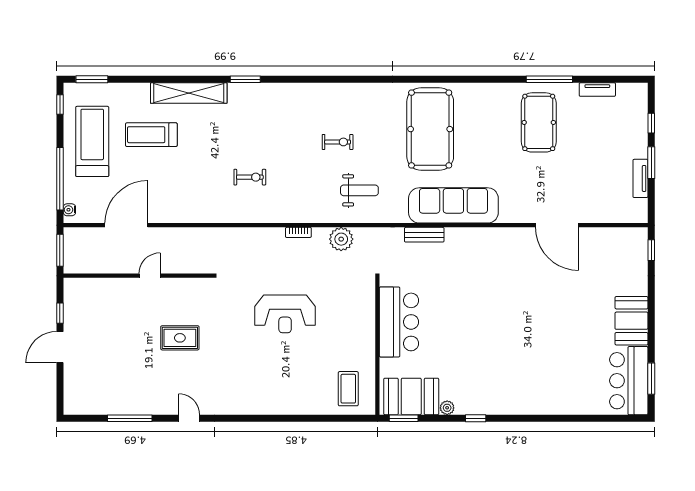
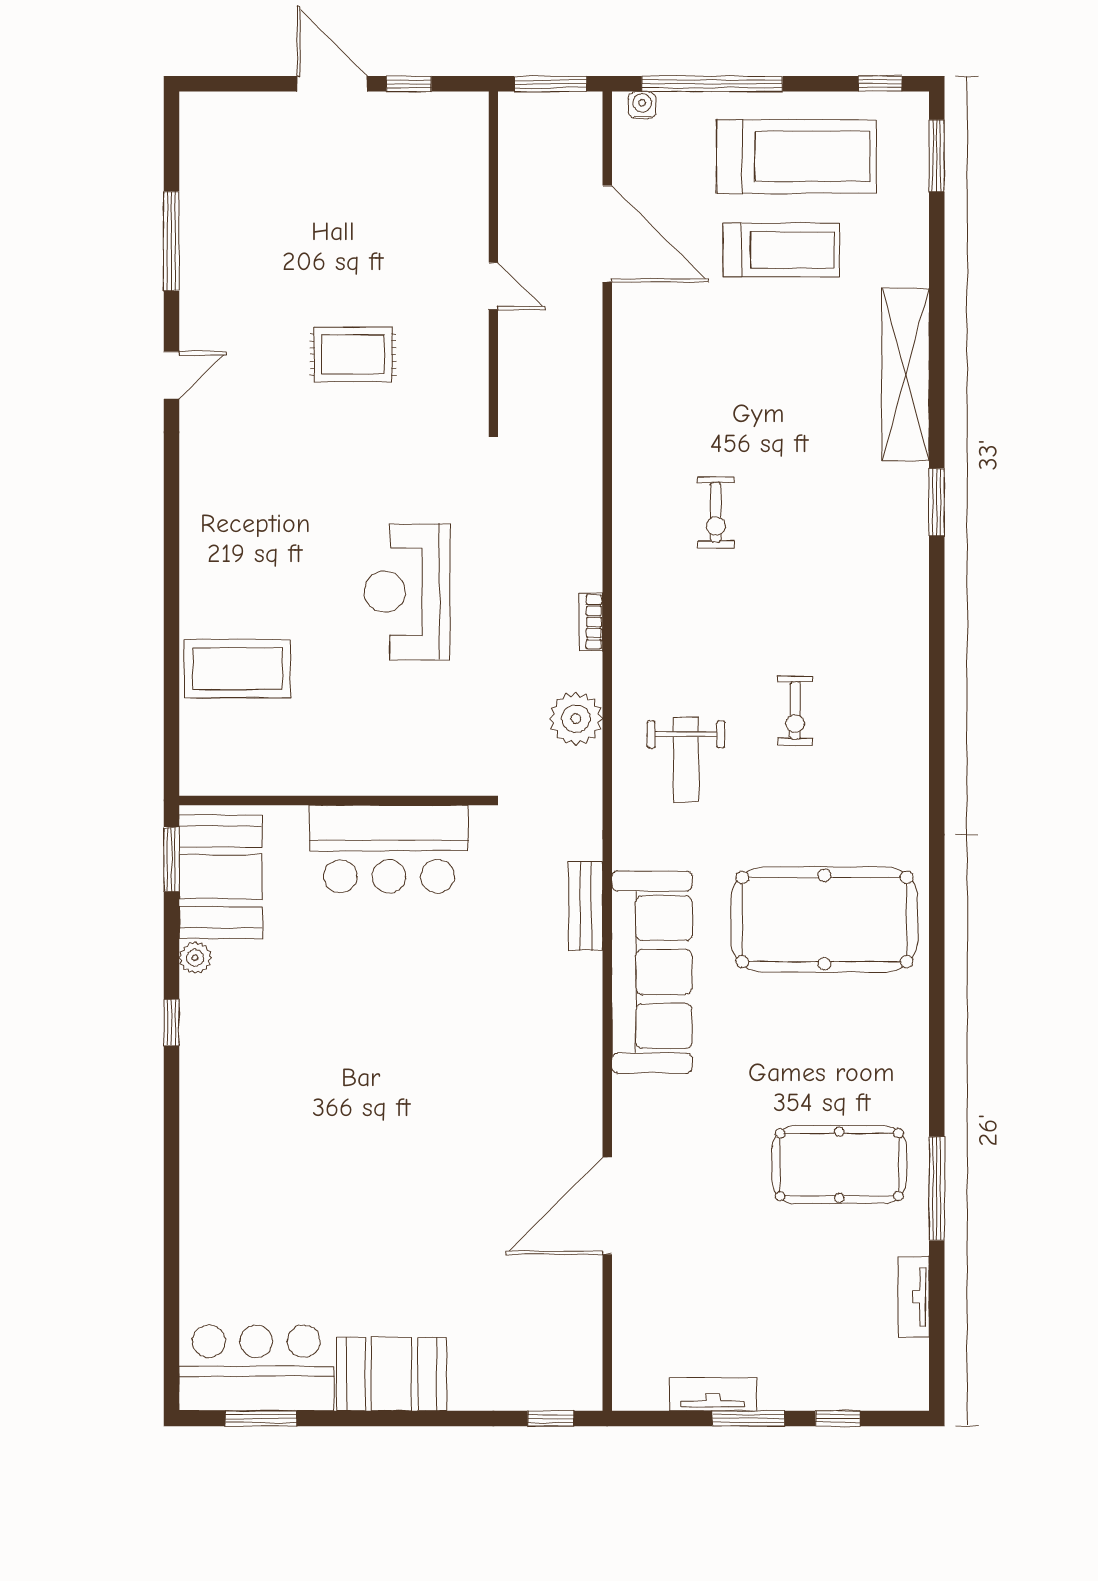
treadmill: (151, 135) -> (781, 250), moved, turned 90
rug: (180, 338) -> (353, 354), turned 90
coffee table: (348, 389) -> (237, 669), moved, width x1.36, depth x1.32

